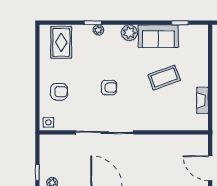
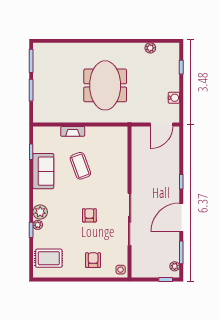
plant: (129, 33) -> (40, 212), moved
fireplace: (202, 100) -> (73, 131), moved

